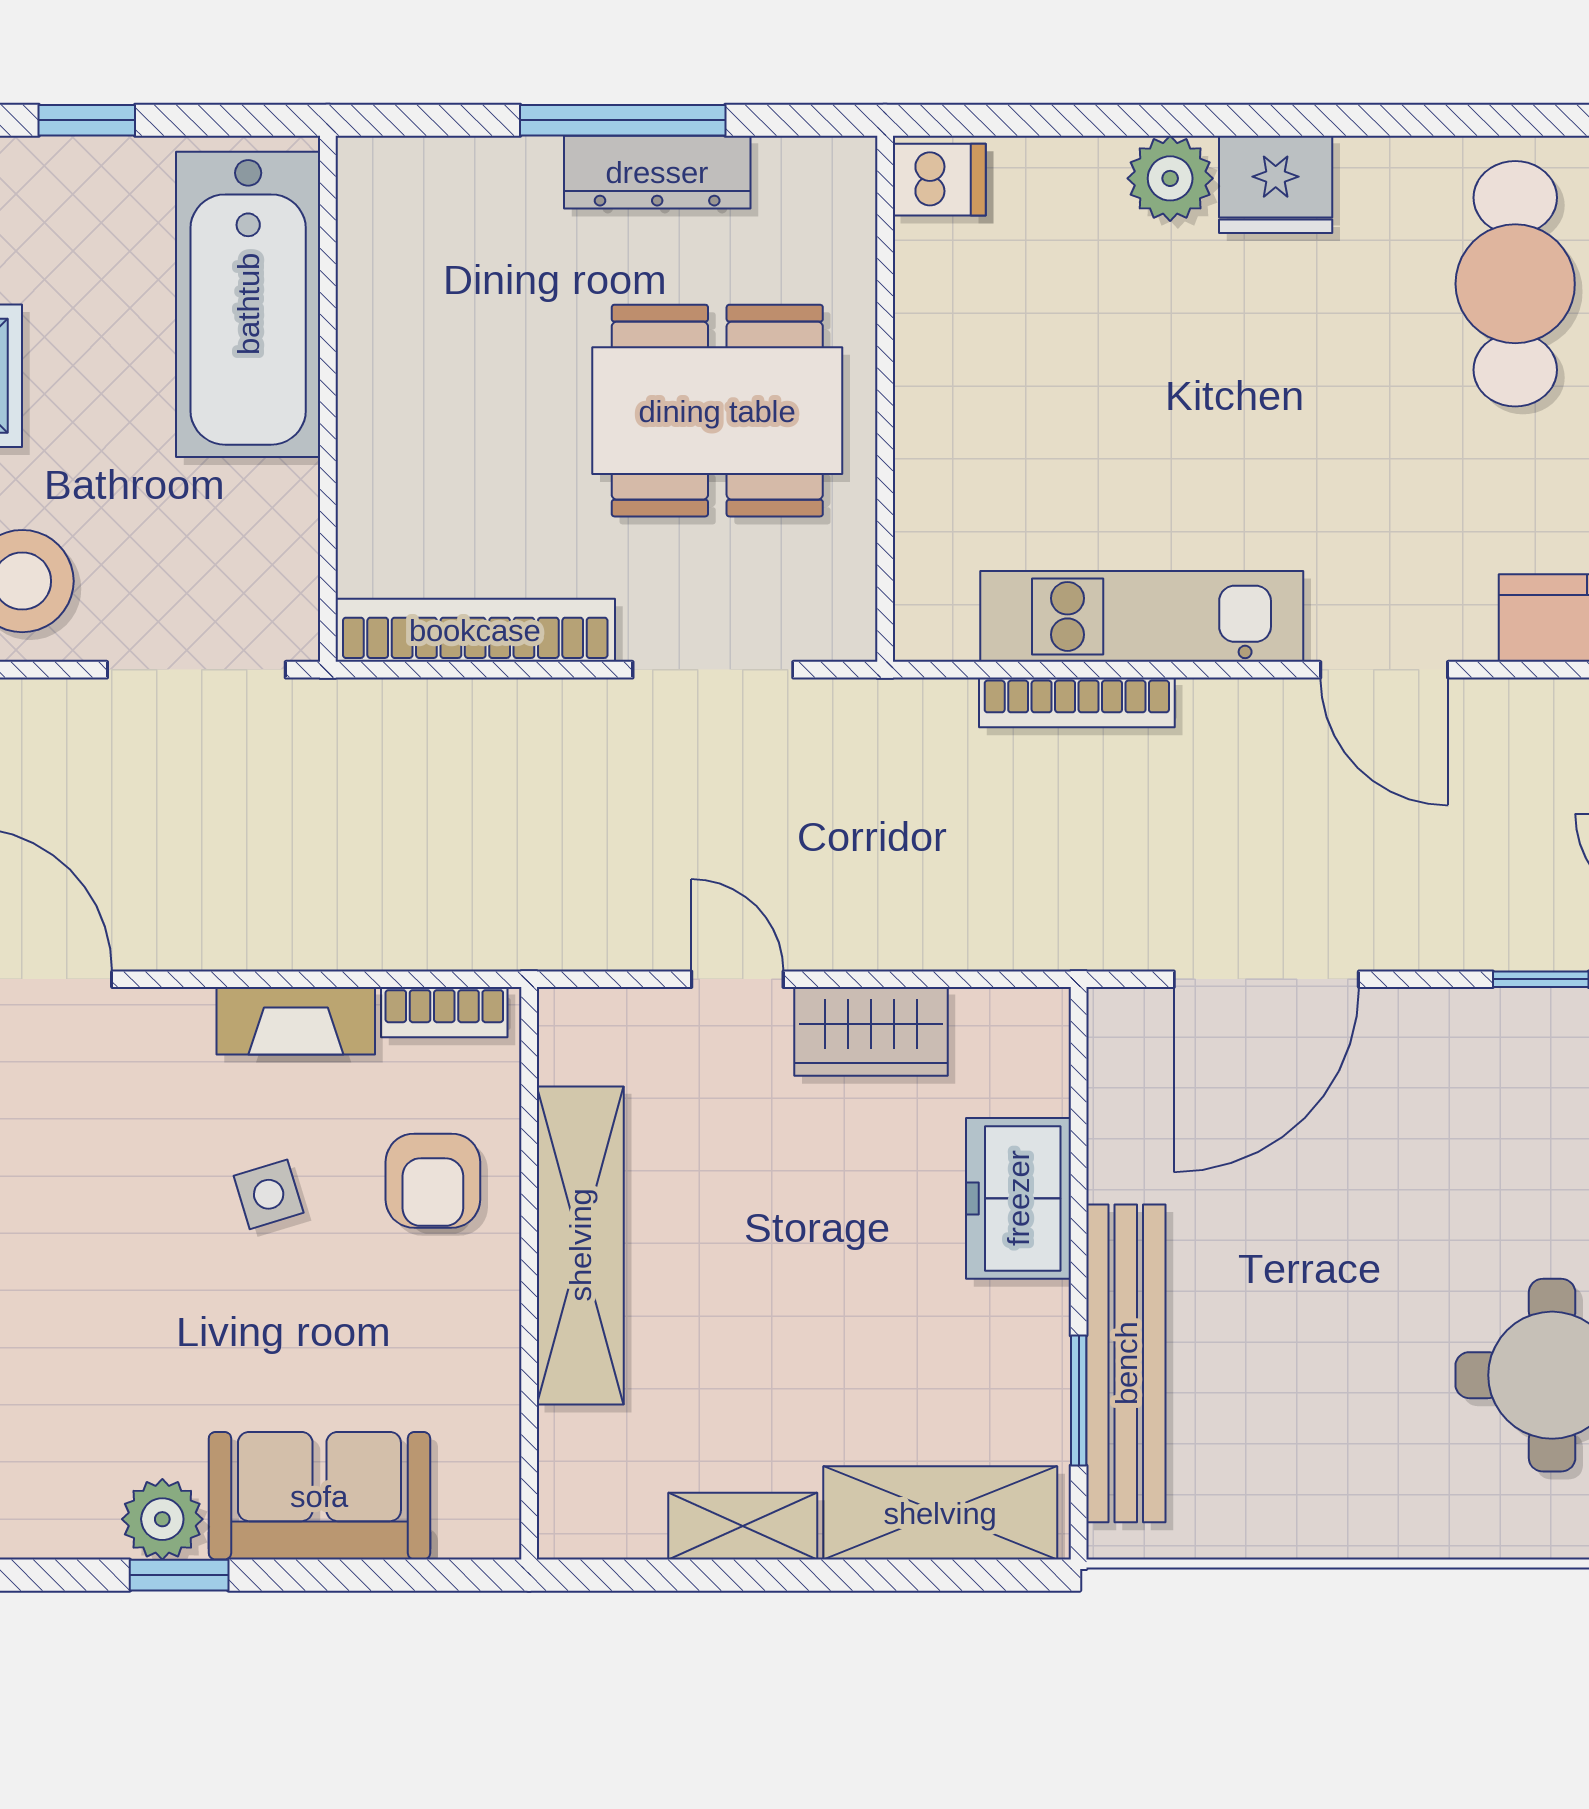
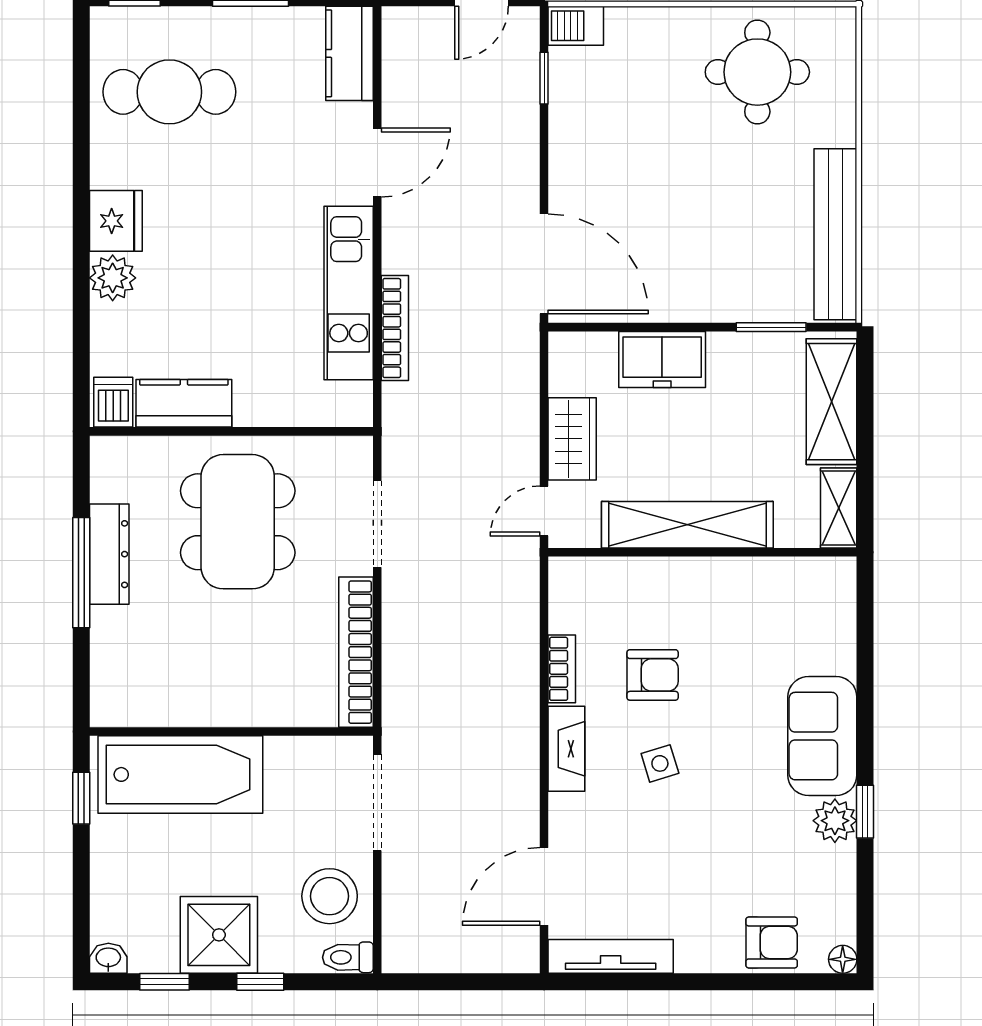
window: (87, 120) -> (81, 798), moved
kitchen counter: (937, 311) -> (184, 403), added
door: (1266, 979) -> (544, 264), moved
shelving: (580, 1245) -> (687, 525), moved
wall: (529, 1273) -> (702, 552), moved
bench: (1126, 1363) -> (835, 234), moved, turned 90

